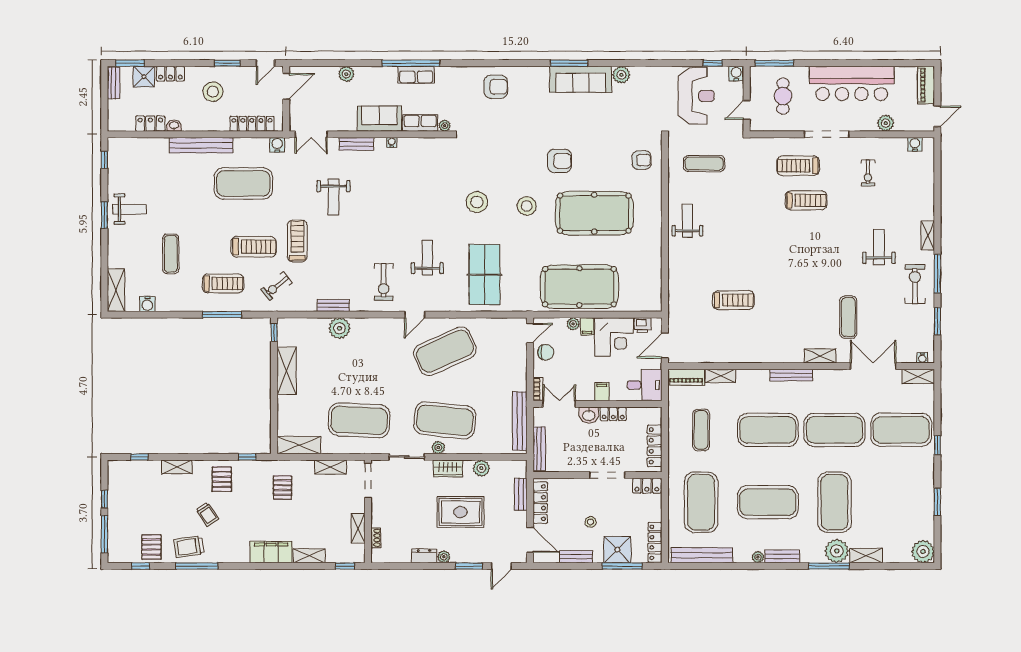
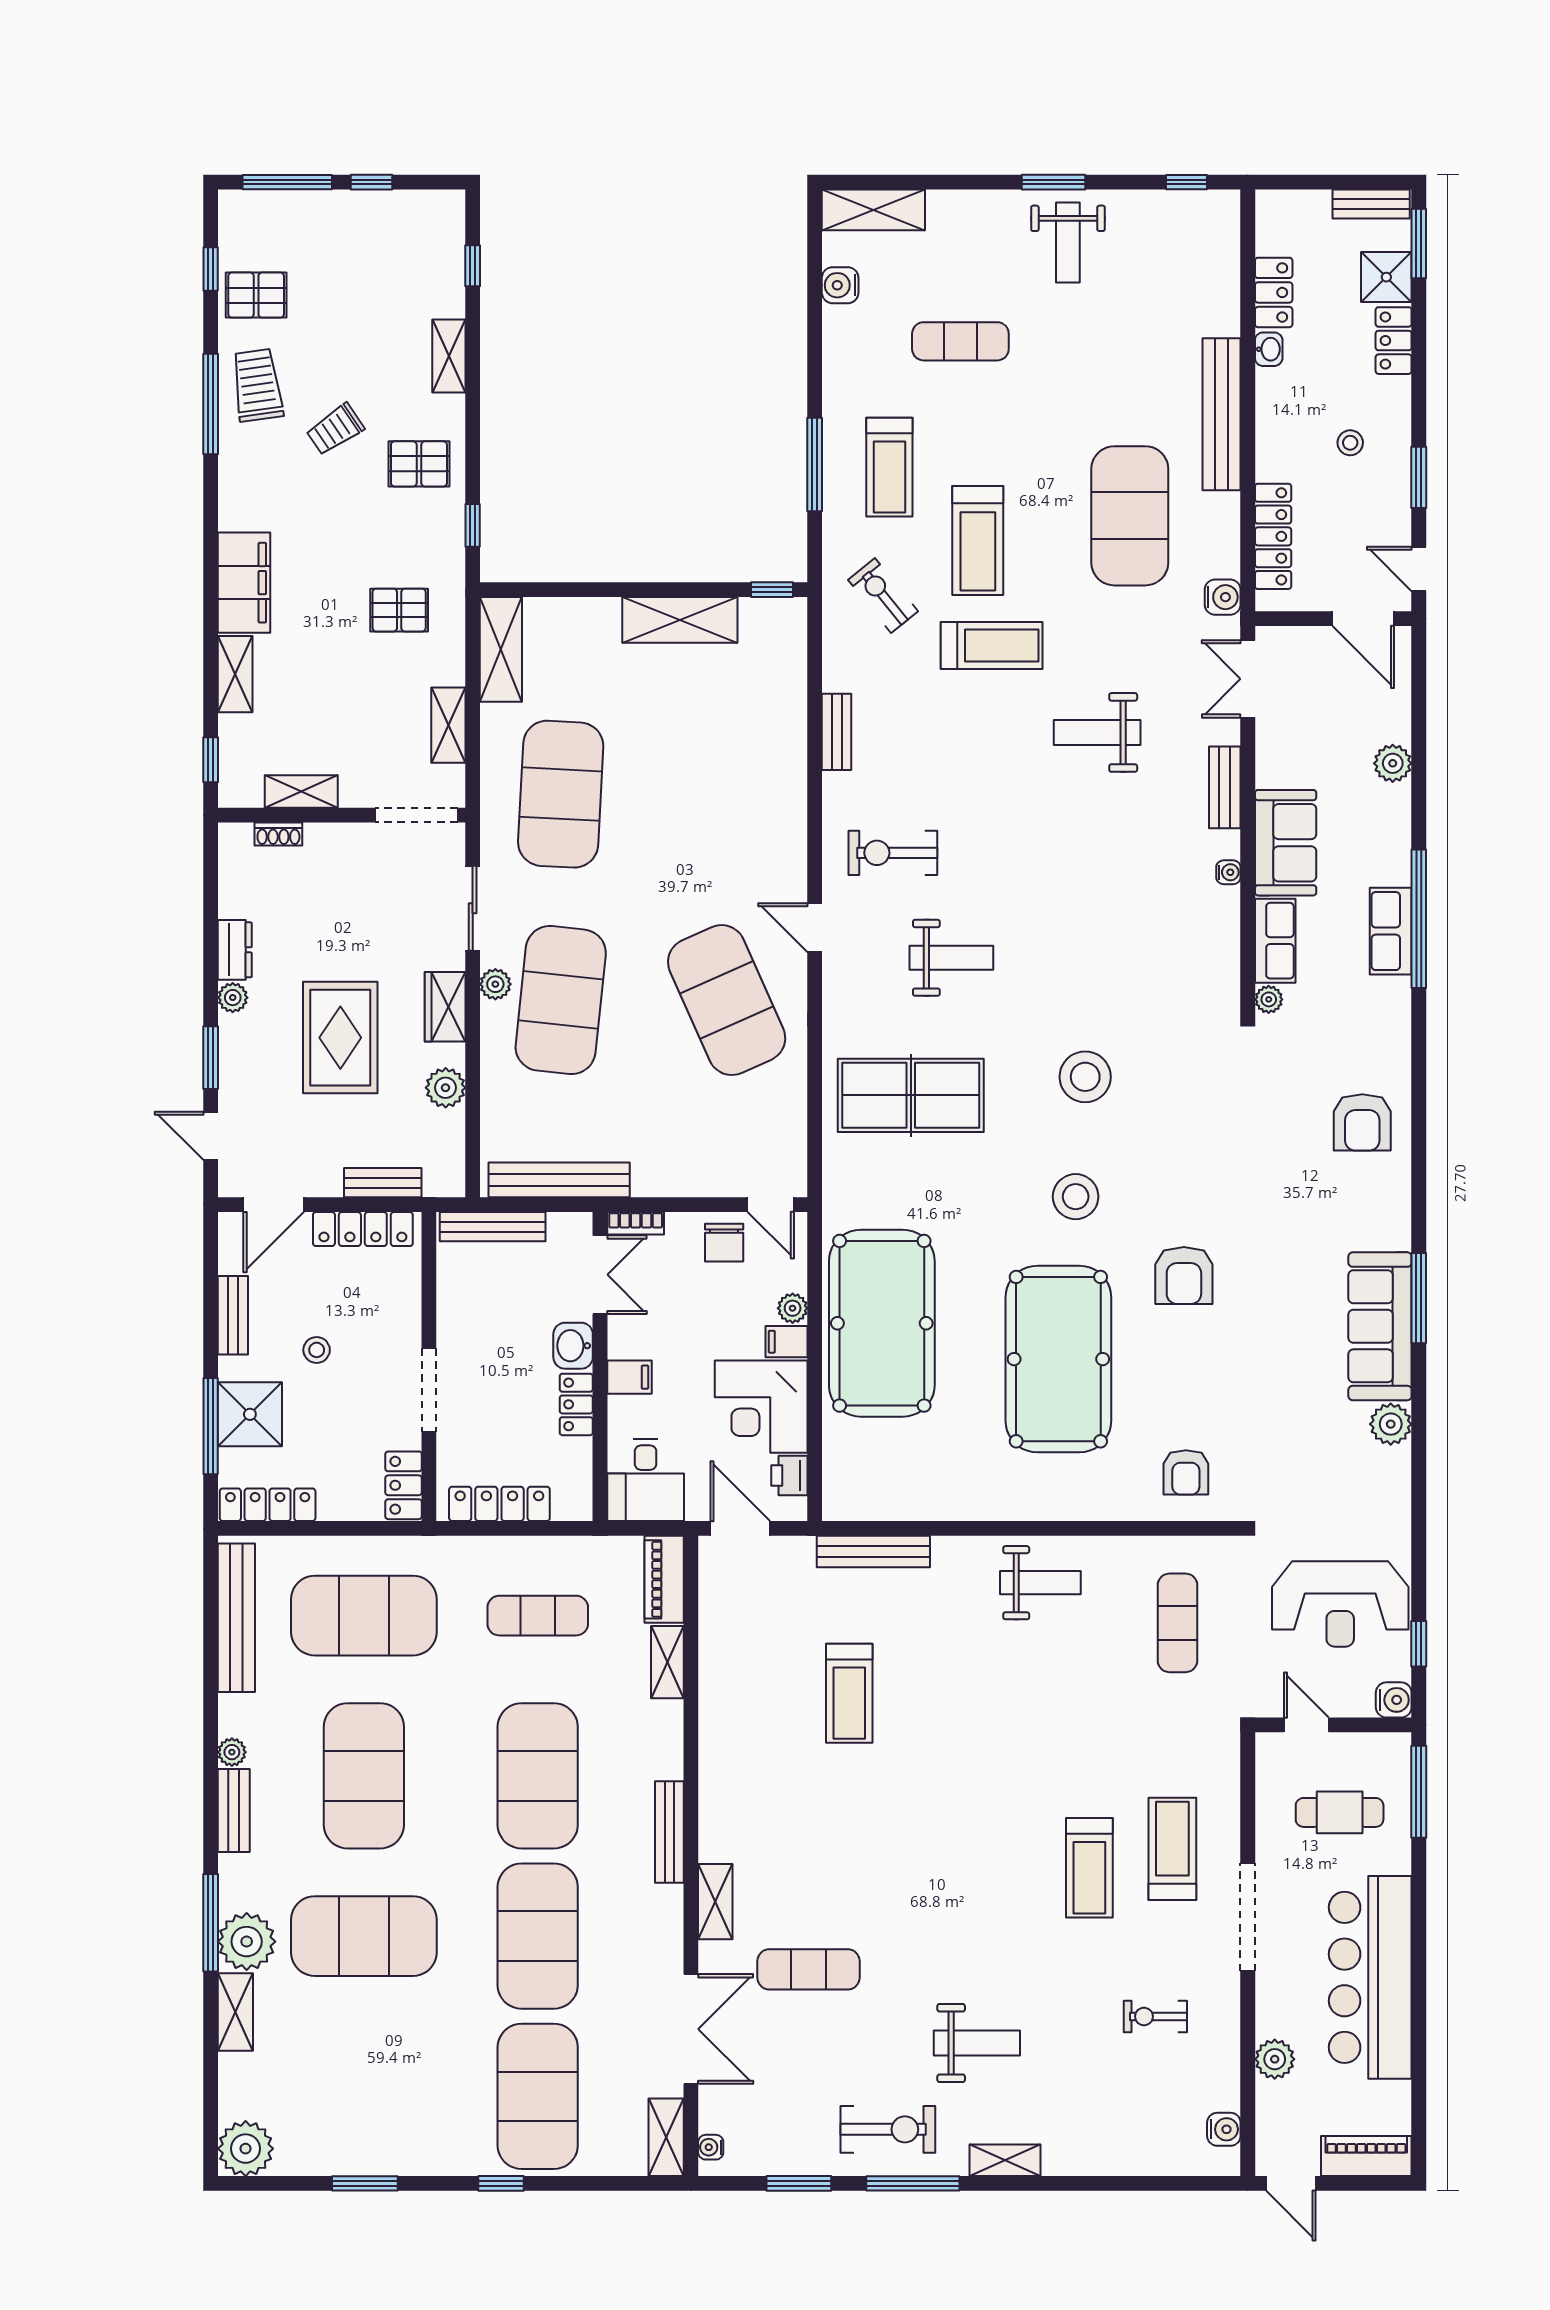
stool: (213, 92) -> (1350, 443), width x0.53, depth x0.53
bench: (674, 290) -> (873, 1552), added
plant: (340, 328) -> (782, 747), removed

